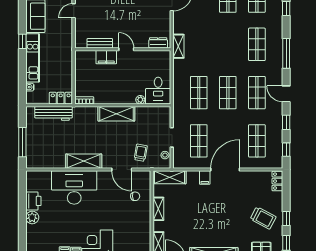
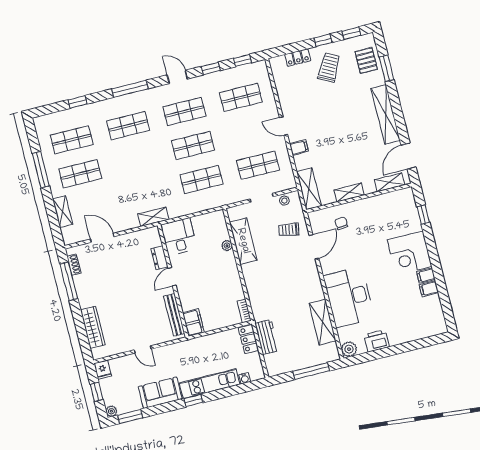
bench: (100, 43) -> (174, 315), width x1.36
dresser: (158, 43) -> (159, 258), moved
filing cabinet: (106, 57) -> (193, 323), moved
desk: (158, 91) -> (179, 237), moved, turned -90
door: (286, 94) -> (177, 77), swing flipped
workbench: (53, 113) -> (267, 337), width x0.73
shelving: (116, 114) -> (243, 241), moved
shelving: (84, 161) -> (322, 322), moved
door: (225, 169) -> (284, 126), width x0.53
locker: (277, 181) -> (298, 58), moved
plant: (32, 217) -> (349, 349), moved

